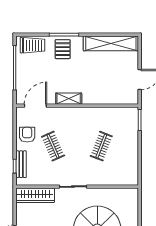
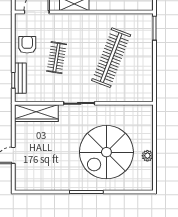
clothes rail: (53, 146) -> (57, 58), turned 33
clothes rail: (101, 146) -> (111, 58), width x1.86, depth x1.31

